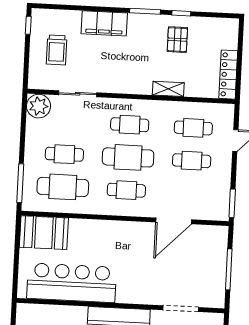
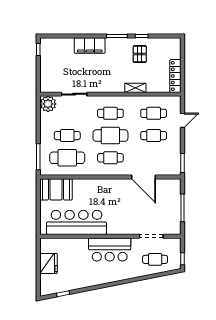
trolley: (57, 50) -> (58, 65), removed
door: (174, 221) -> (144, 177), hinge flipped

